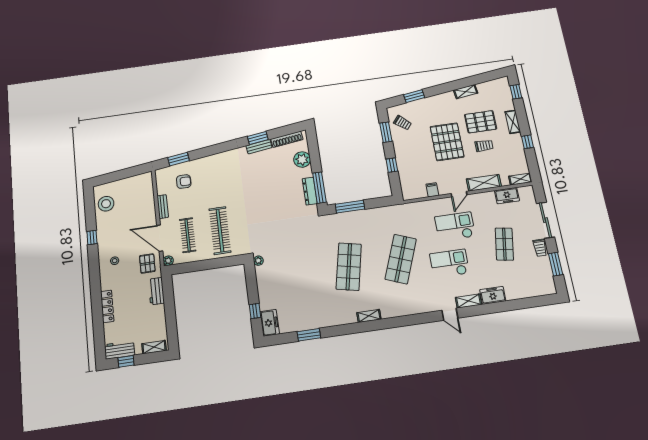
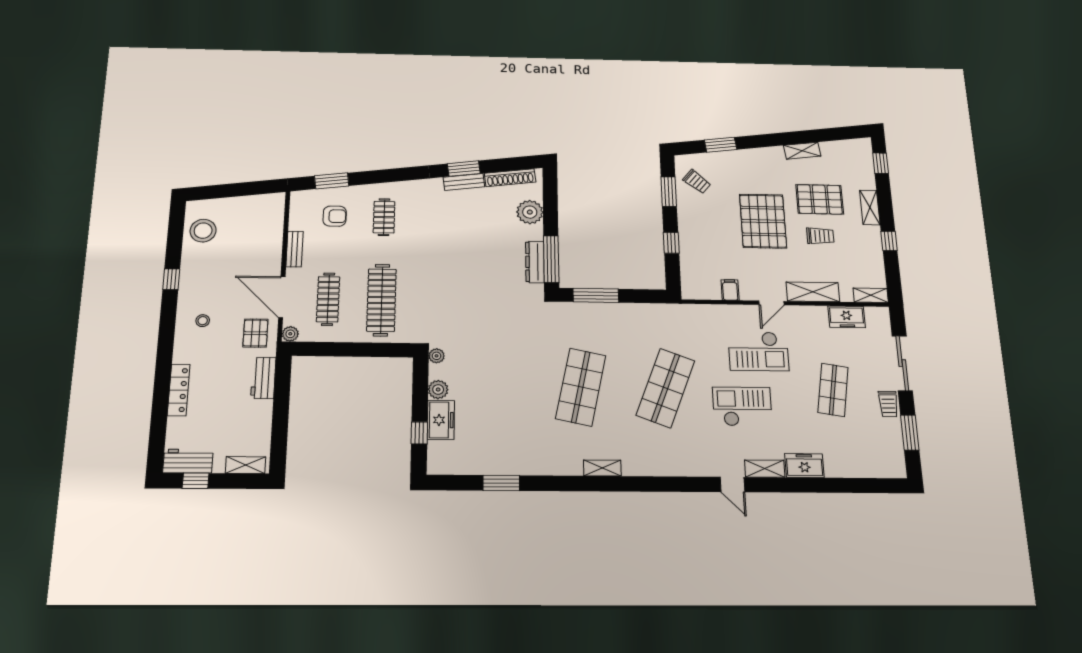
clothes rail: (214, 177) -> (384, 217), added
checkout: (455, 227) -> (758, 351), turned 180
plant: (262, 282) -> (438, 390), added
freezer: (270, 323) -> (441, 420), moved

